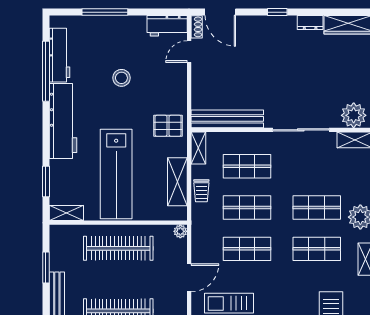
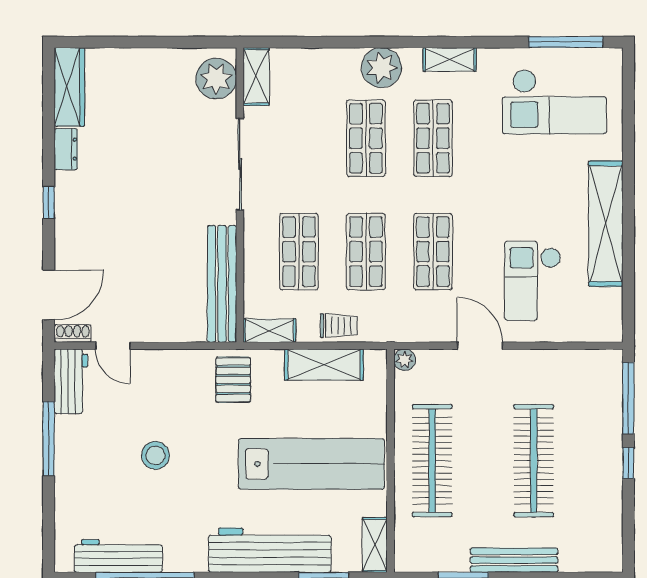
window: (105, 12) -> (49, 439), moved
workbench: (63, 121) -> (270, 550), moved

